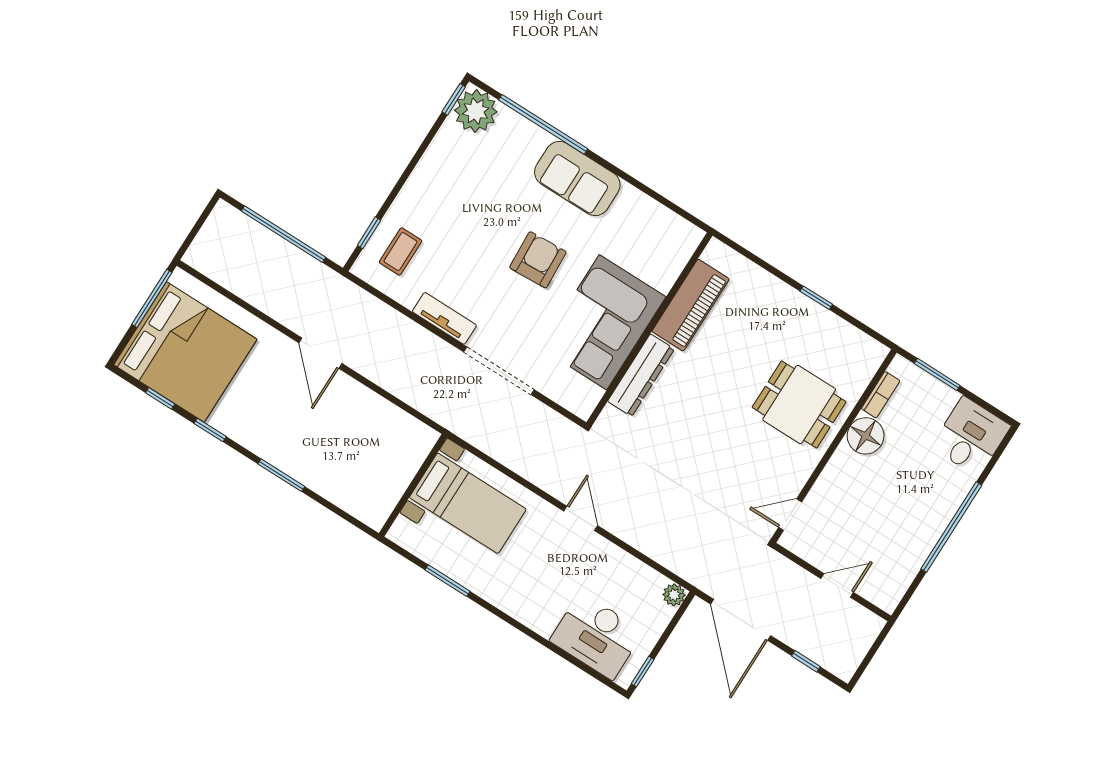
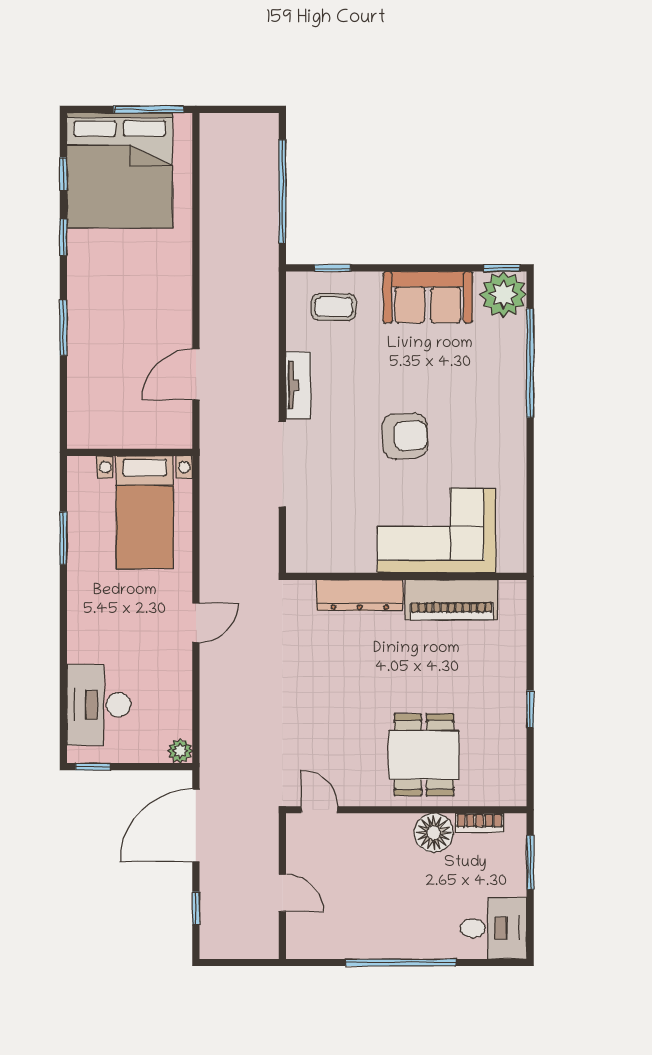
sofa: (577, 178) -> (428, 297), moved, turned -90
corner sofa: (603, 322) -> (436, 531), moved
door: (320, 353) -> (196, 374), moved

